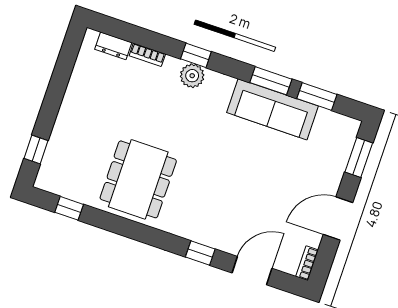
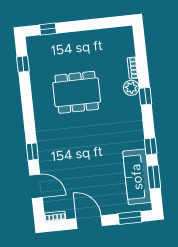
dresser: (113, 46) -> (129, 46), removed
plant: (192, 76) -> (131, 88), moved
window: (271, 81) -> (151, 146), width x0.67
sofa: (273, 109) -> (137, 177), moved
dining table: (138, 179) -> (77, 92), moved

